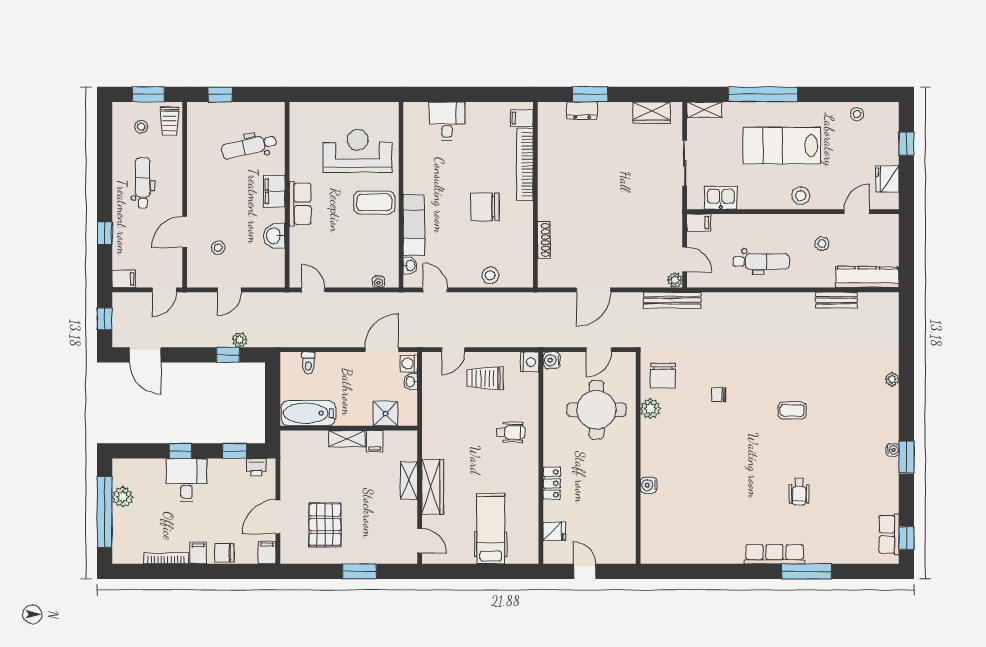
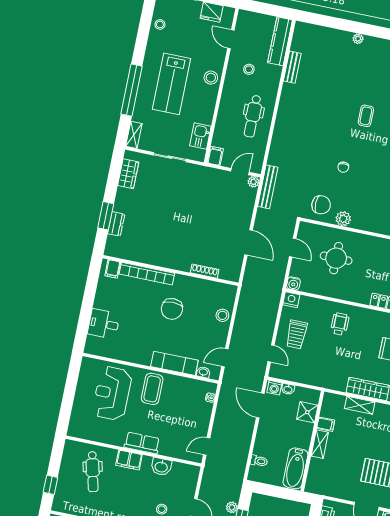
dental chair: (761, 261) -> (253, 116), turned 180
round table: (596, 410) -> (336, 258), width x0.73, depth x0.73

